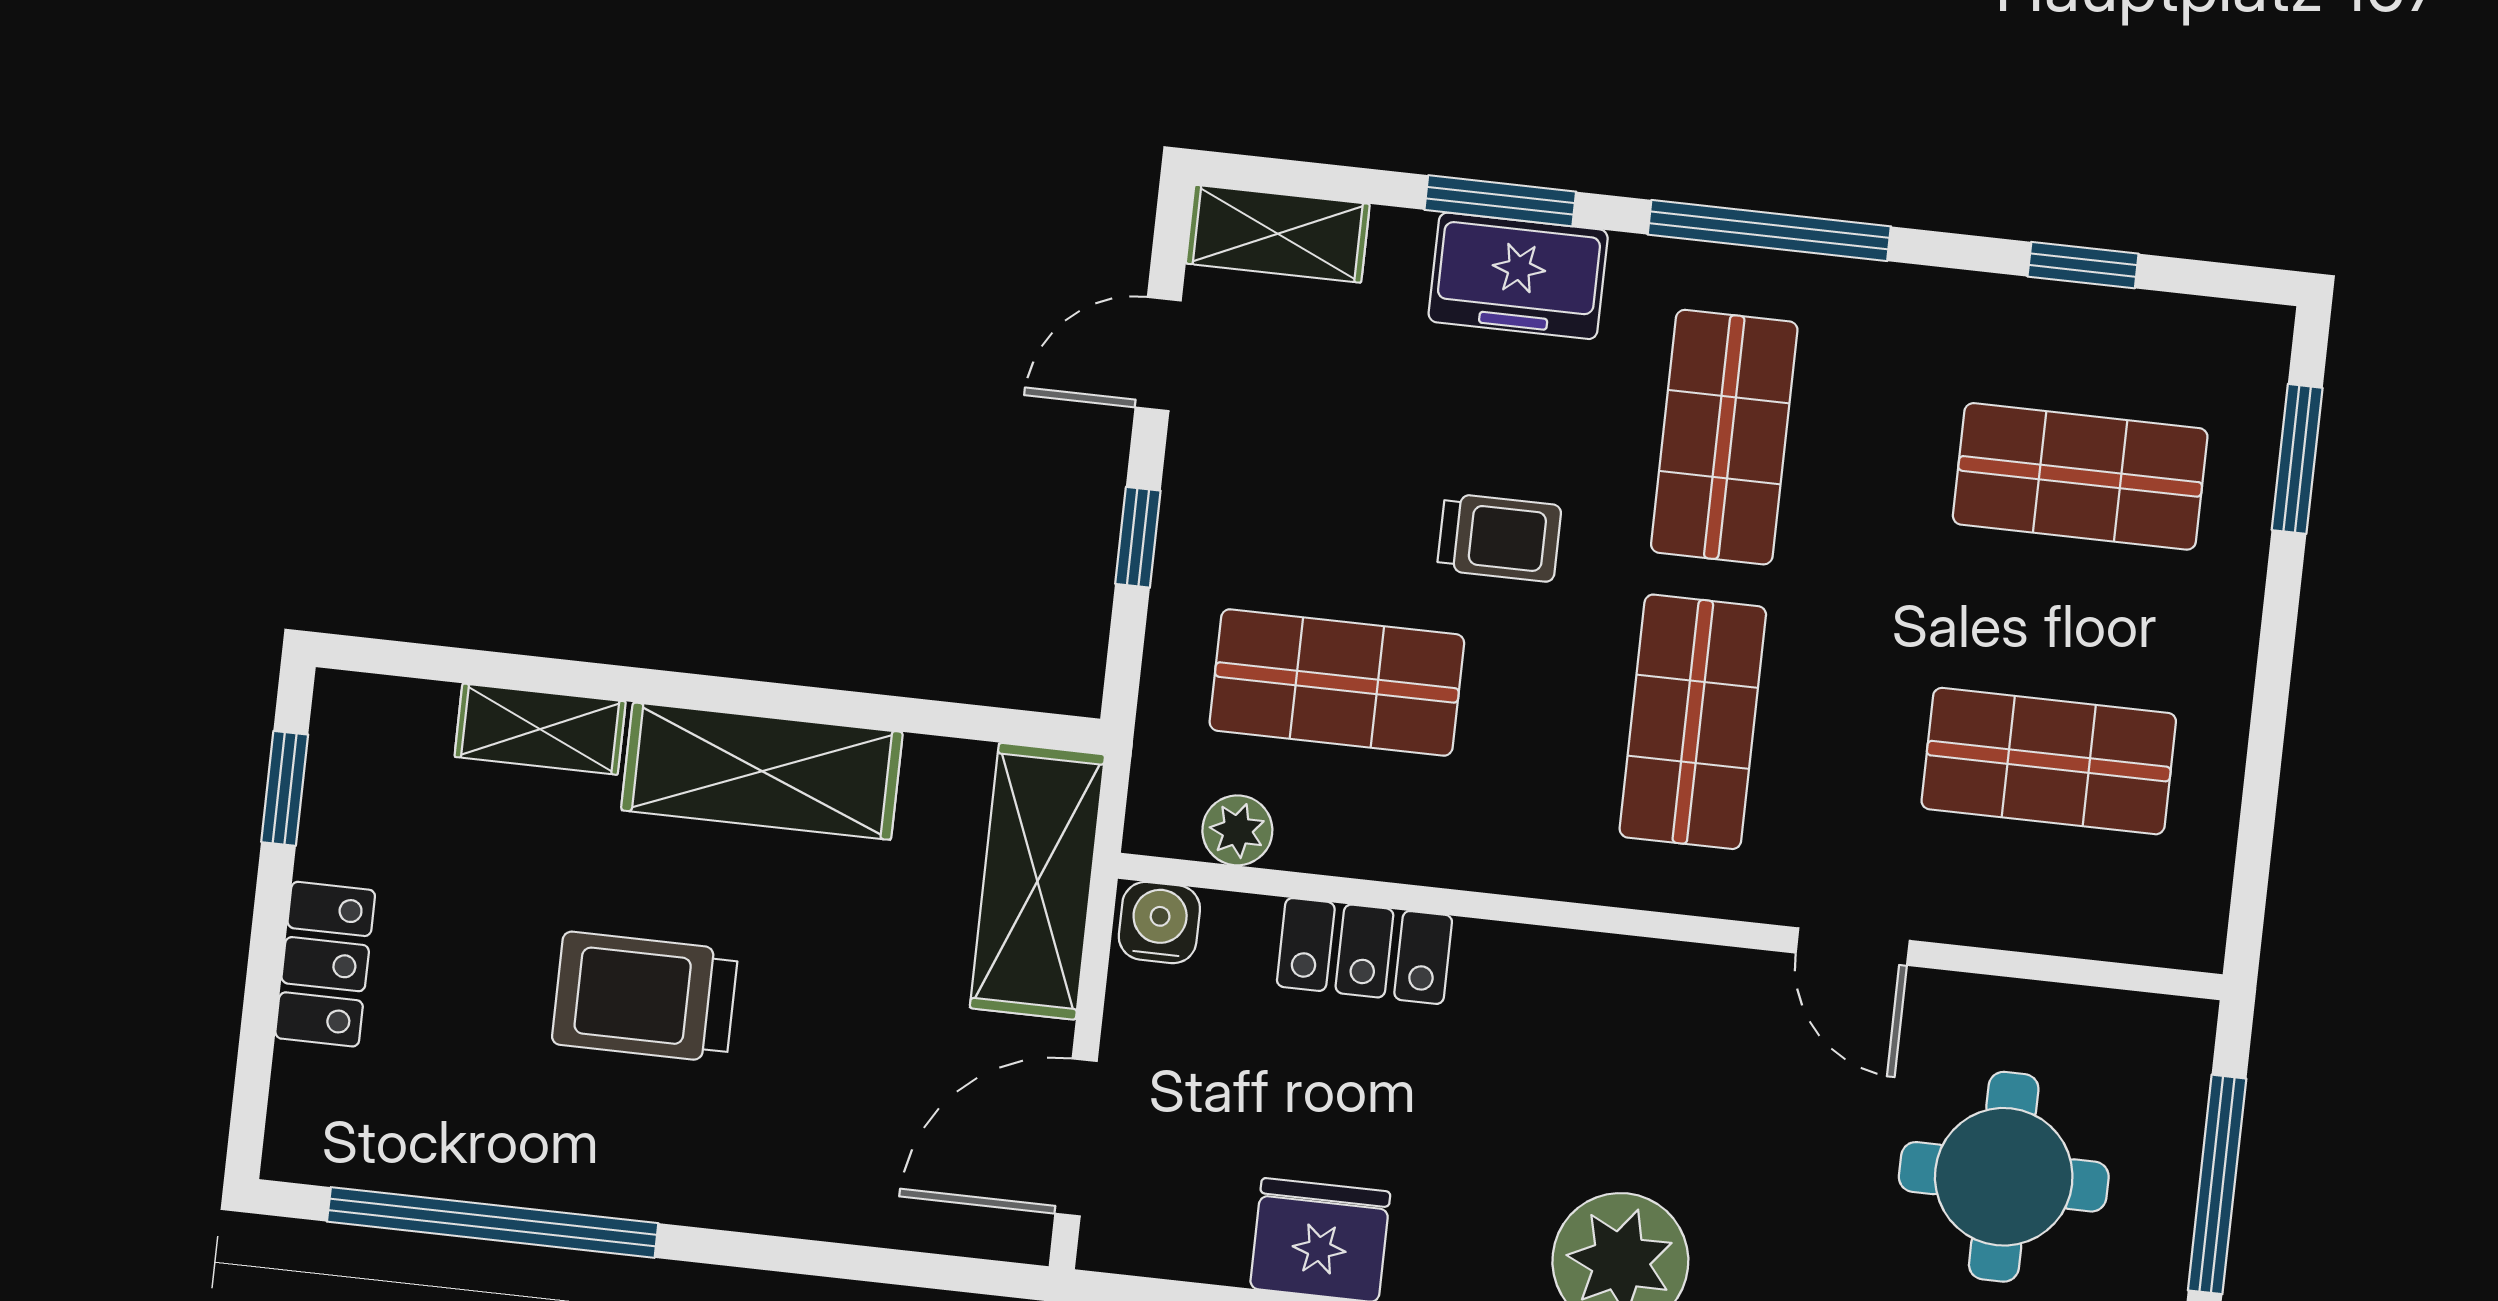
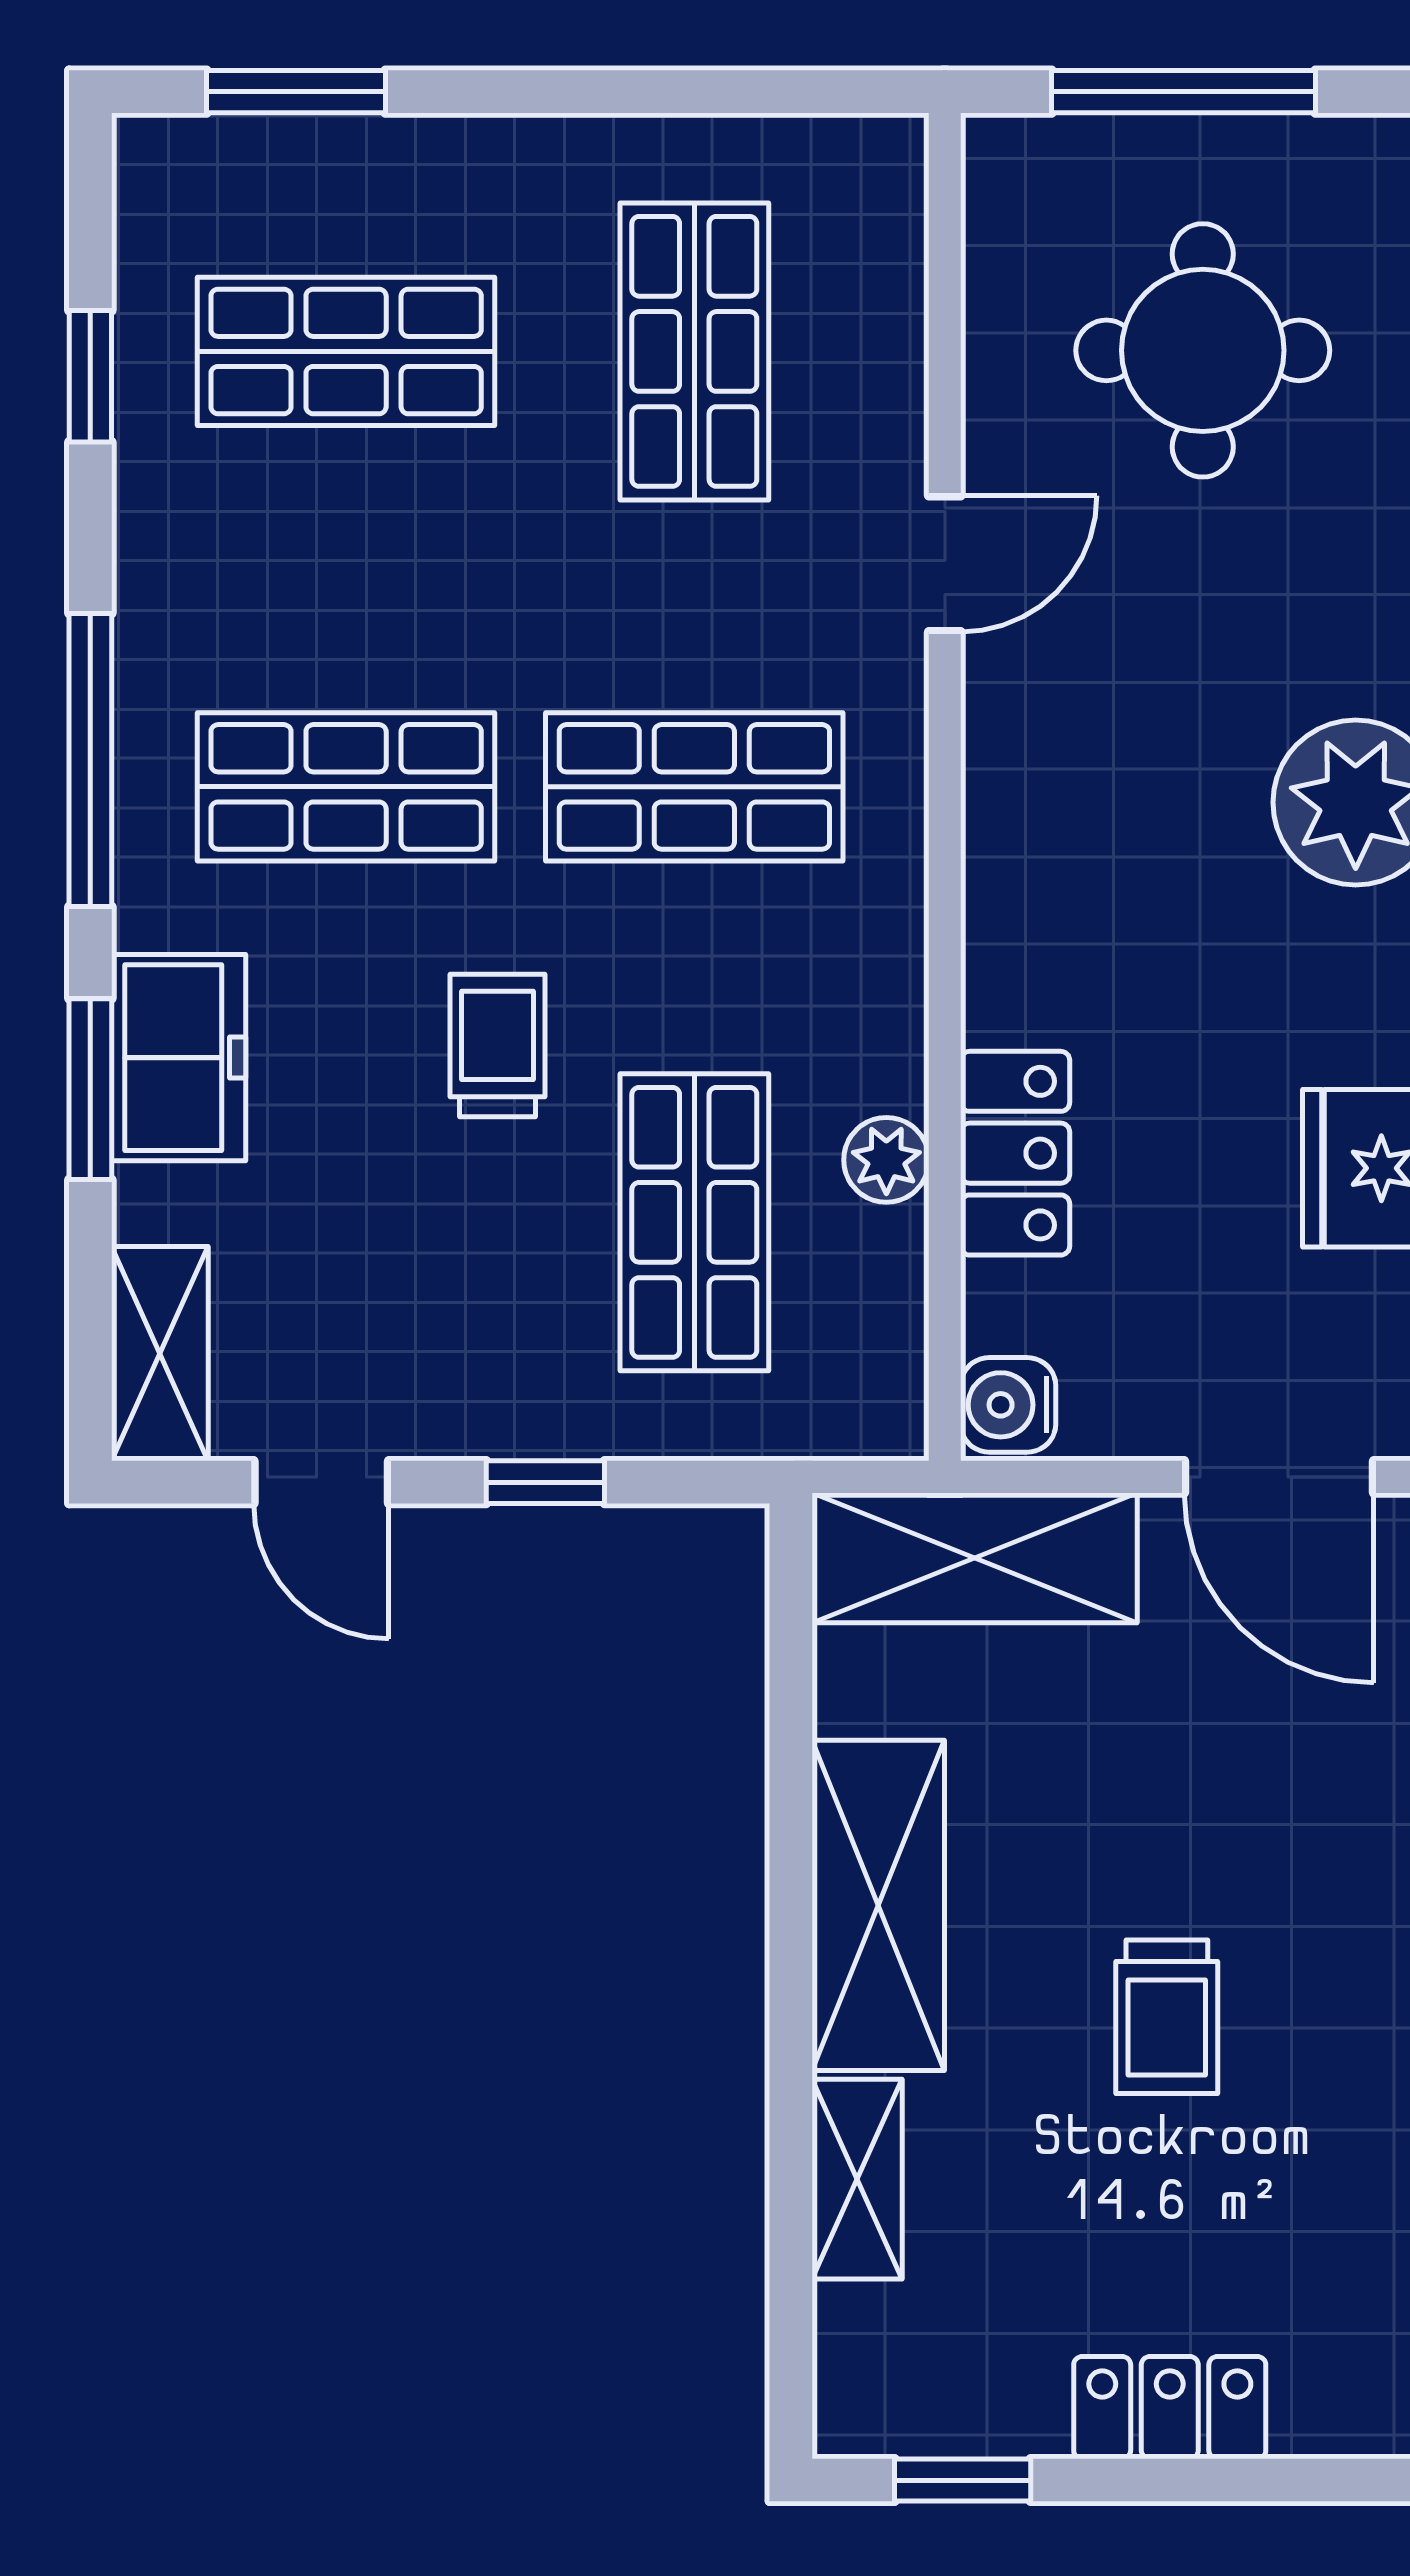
shop shelf: (2080, 476) -> (346, 351), turned 90
plant: (1237, 830) -> (886, 1160), moved
trolley: (645, 997) -> (1167, 2017), width x0.73, depth x0.72

